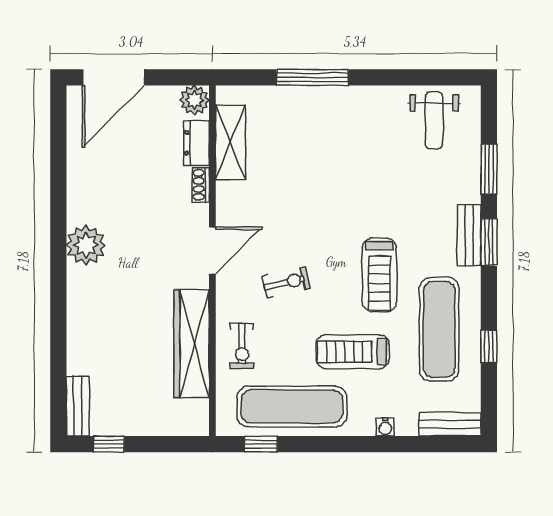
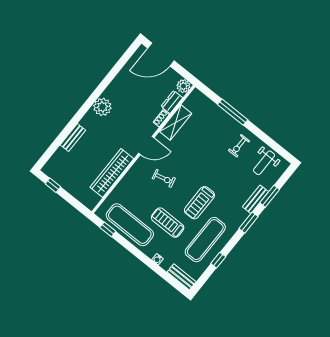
shelving: (231, 142) -> (176, 122), moved
bench: (469, 235) -> (256, 199), moved
exercise bike: (242, 346) -> (239, 146), moved
bench: (78, 406) -> (73, 138), moved

